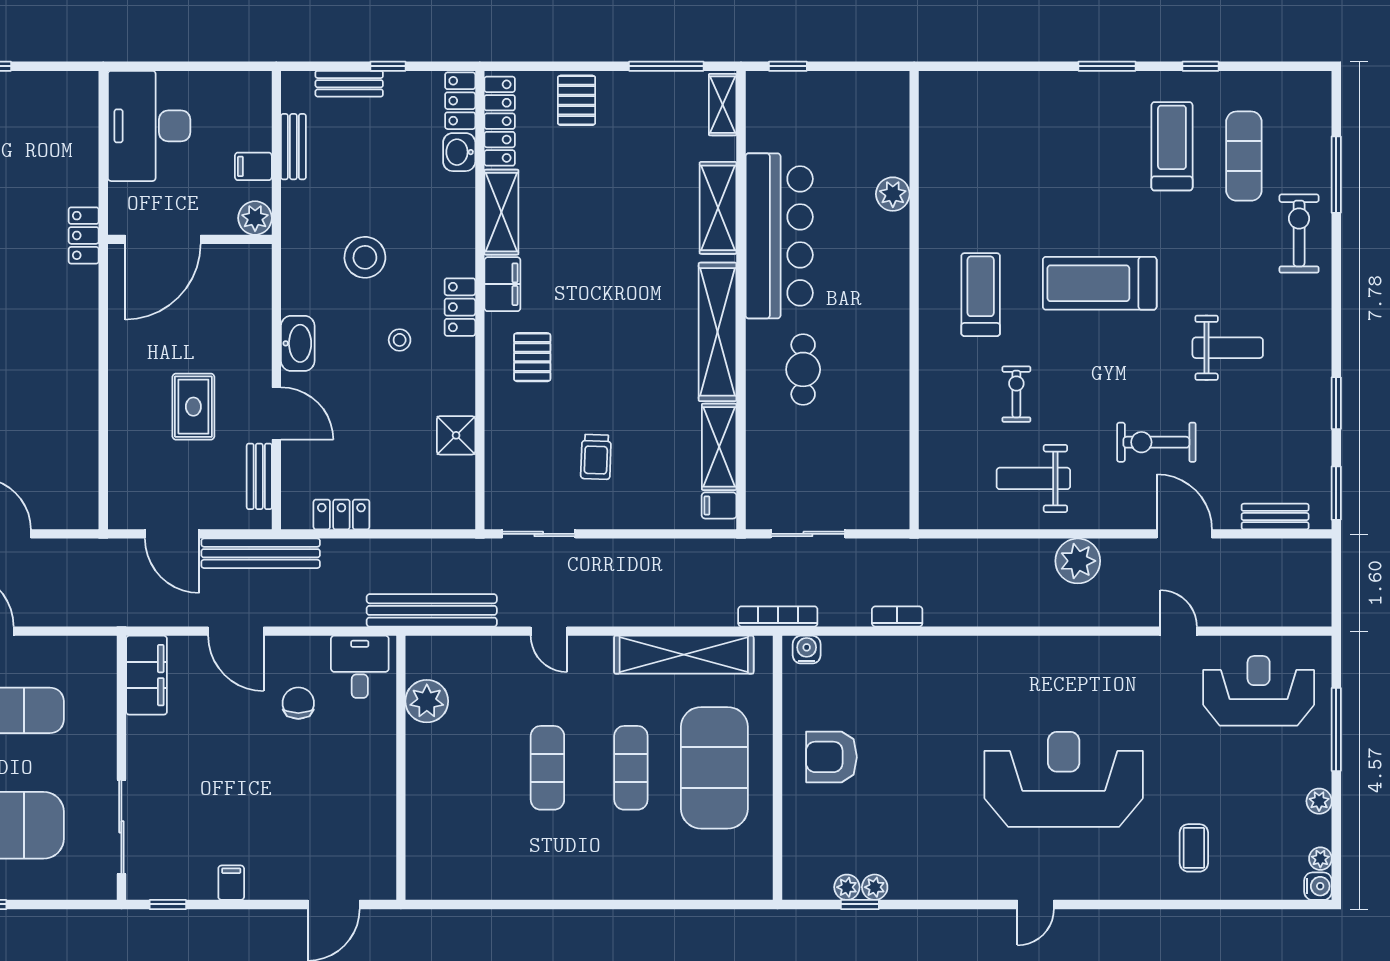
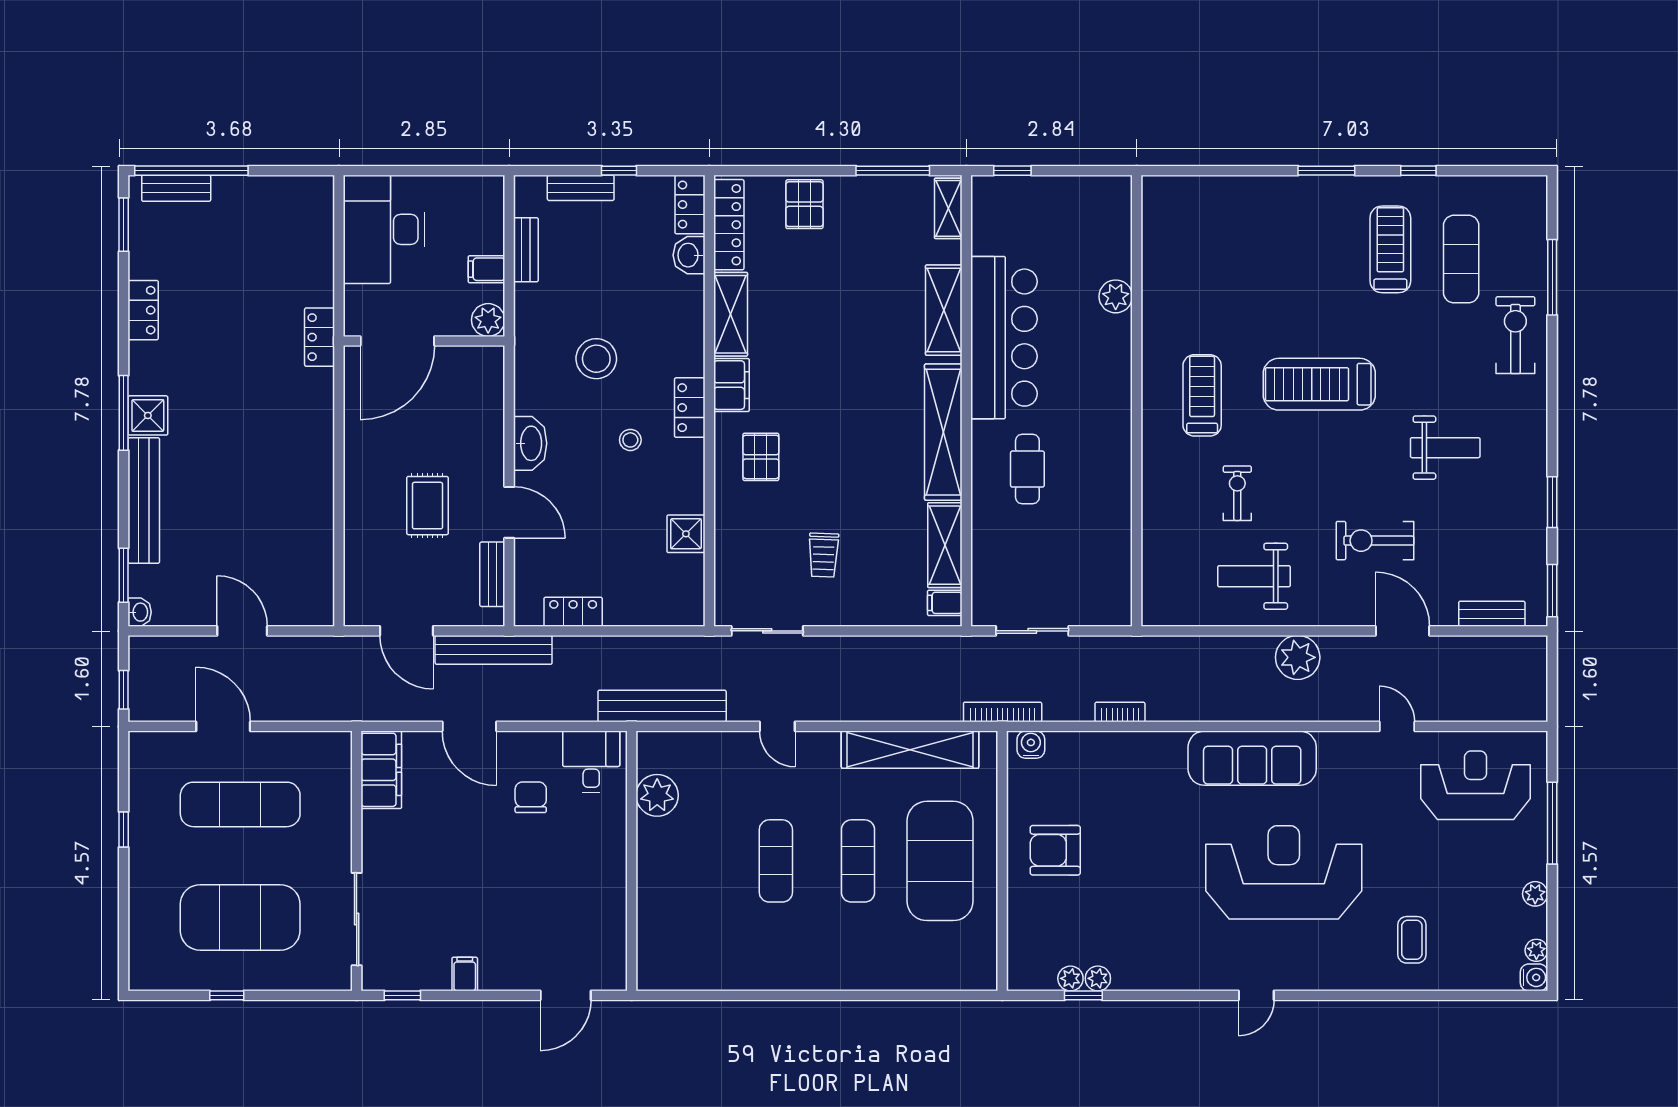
sofa: (1032, 663) -> (1252, 758), added

